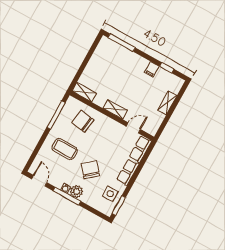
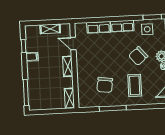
shelving: (84, 92) -> (69, 98), moved
shelving: (115, 109) -> (68, 66), moved
wall: (112, 116) -> (74, 66), moved
door: (133, 128) -> (73, 44), moved

